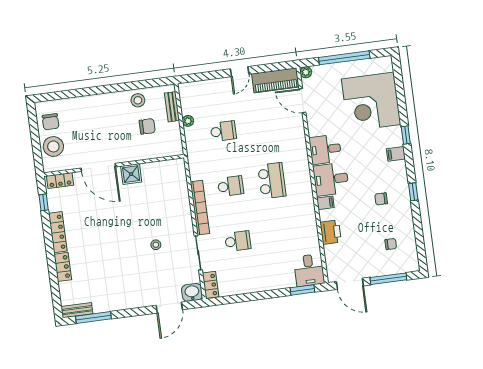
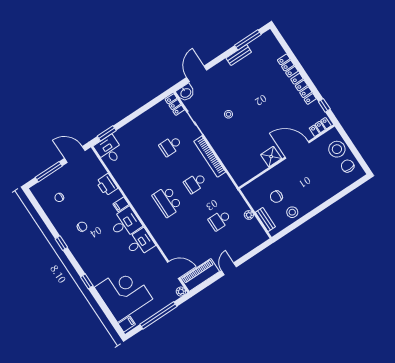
filing cabinet: (396, 154) -> (127, 324), moved
bench: (77, 310) -> (239, 55), moved

